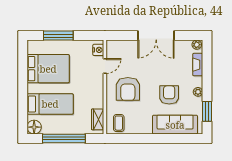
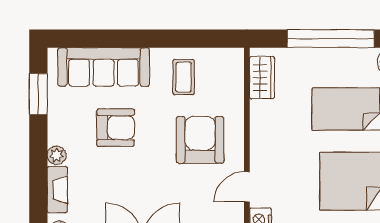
plant: (198, 92) -> (57, 155), moved
armchair: (169, 95) -> (116, 128), turned -90
coffee table: (119, 123) -> (184, 77), moved

